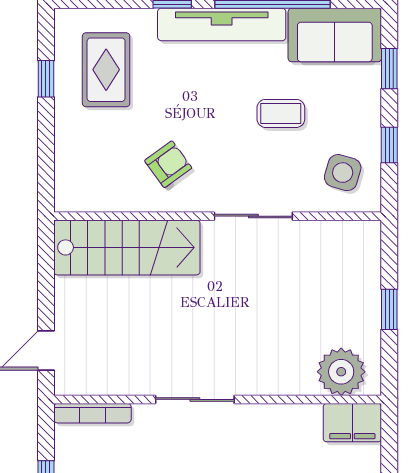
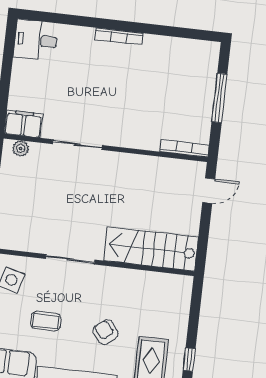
armchair: (168, 164) -> (106, 332), moved, turned 86
plant: (341, 372) -> (21, 148), width x0.53, depth x0.53
sliding door: (195, 399) -> (77, 145), moved

